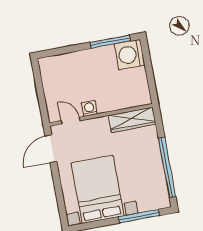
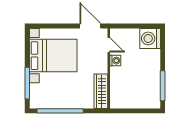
washing machine: (130, 55) -> (150, 38), moved, turned -90
door: (71, 121) -> (109, 45), hinge flipped

